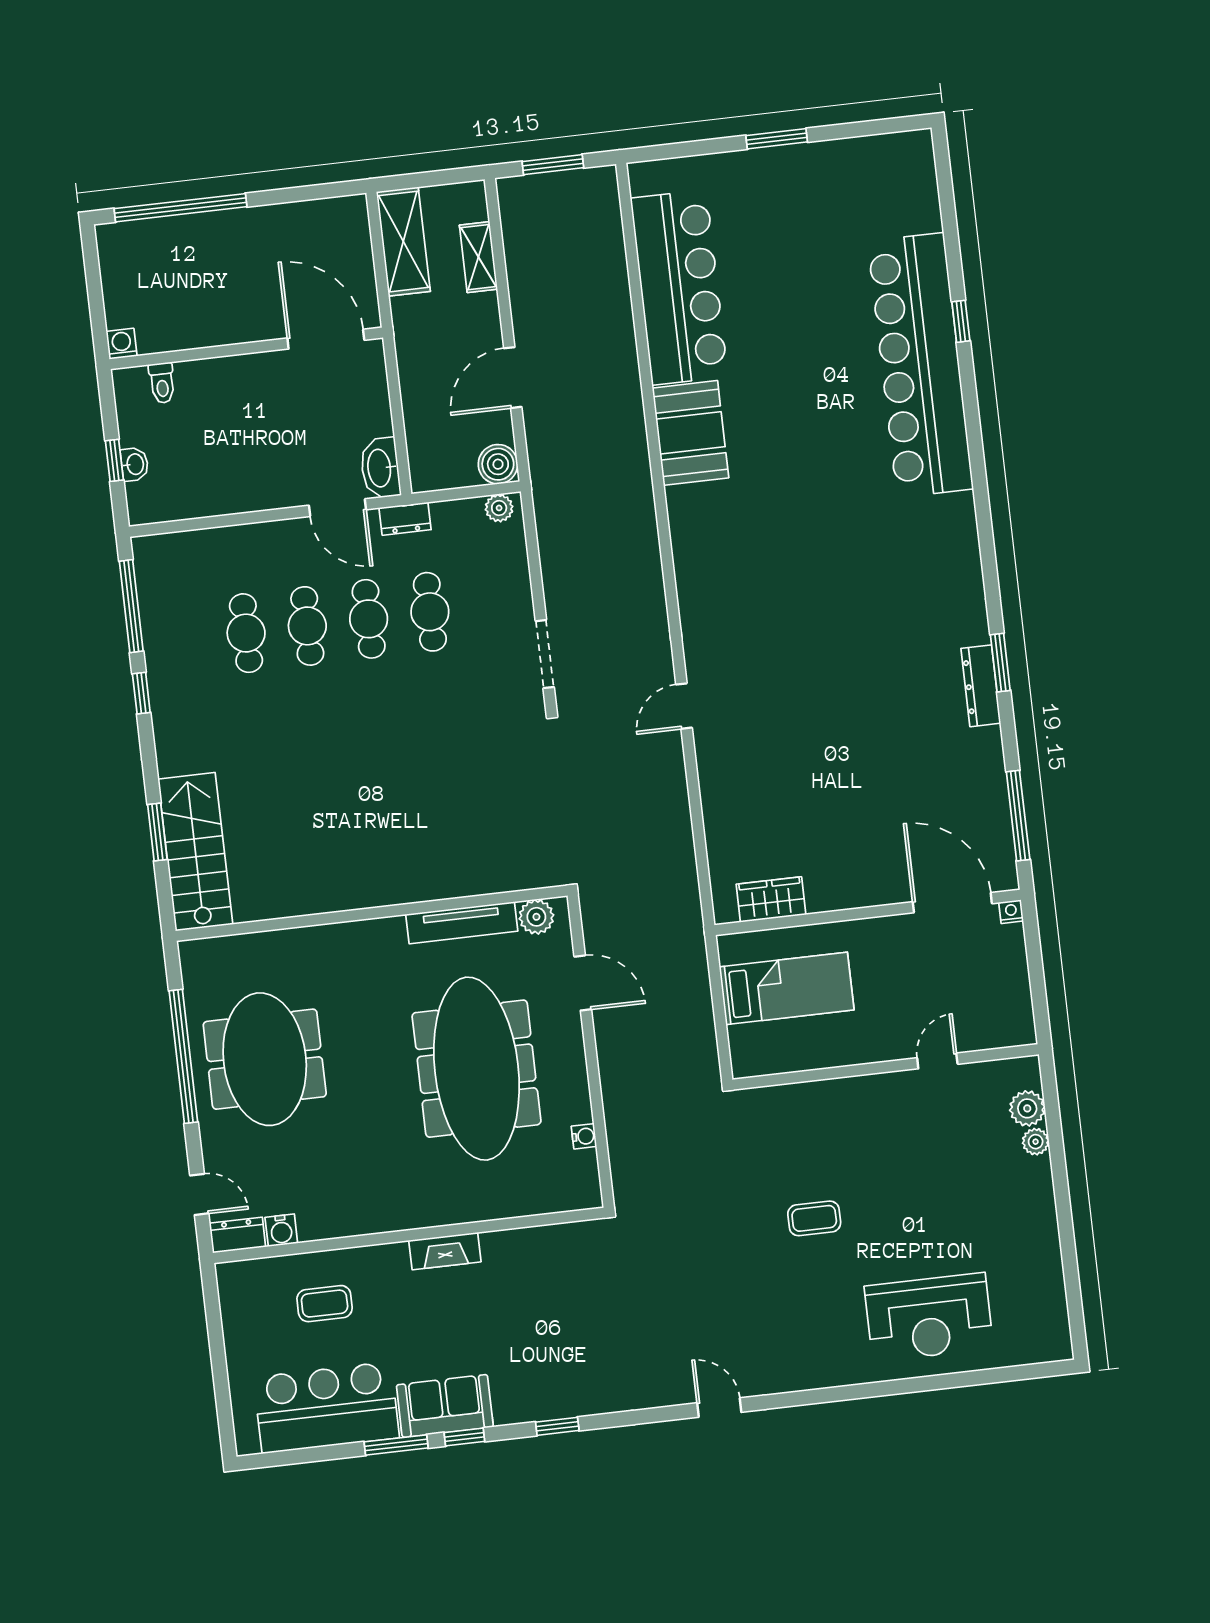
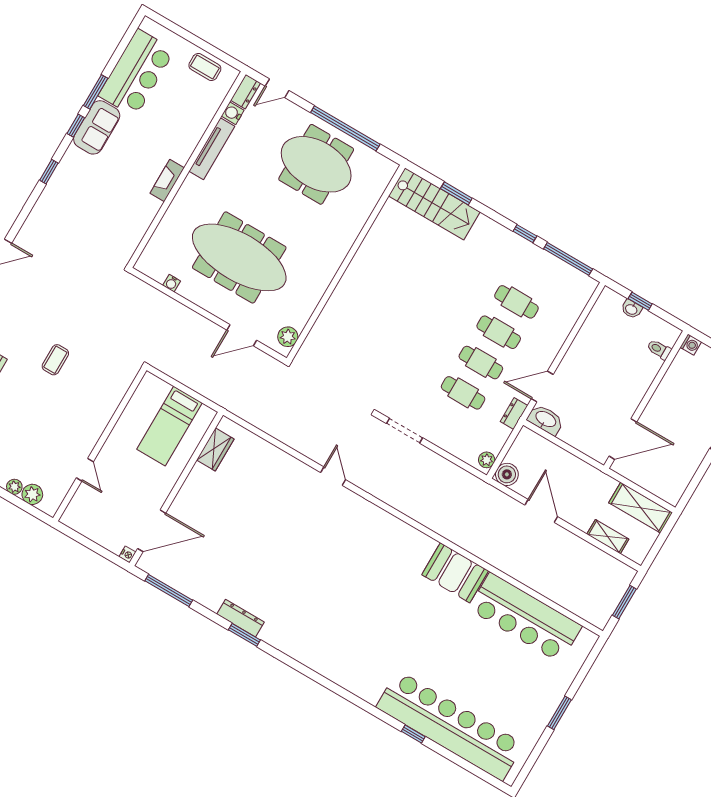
bar counter: (920, 365) -> (450, 726), moved
tv unit: (462, 923) -> (212, 149), moved, turned 180
coffee table: (325, 1304) -> (205, 67), moved, turned 90

